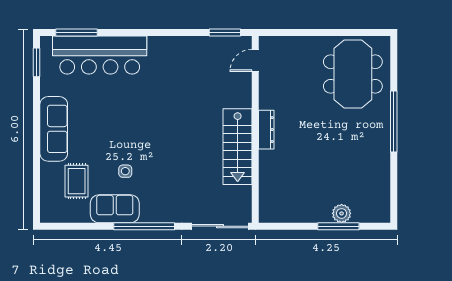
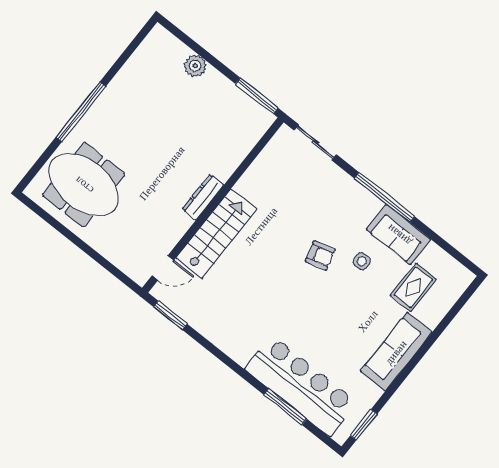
window: (76, 33) -> (285, 407), moved
meeting table: (353, 74) -> (84, 185), turned 90
stairs: (238, 147) -> (216, 234), moved
armchair: (156, 153) -> (320, 255), added
sliding door: (220, 226) -> (315, 142), width x0.73
window: (338, 226) -> (257, 96), moved

